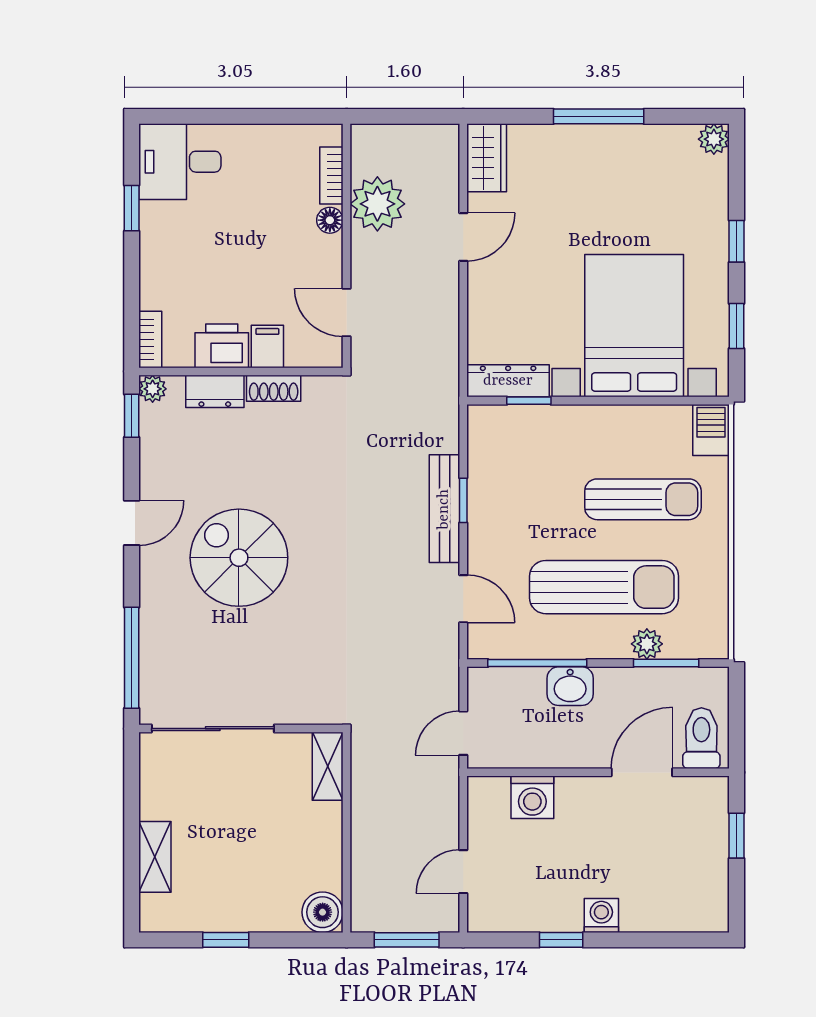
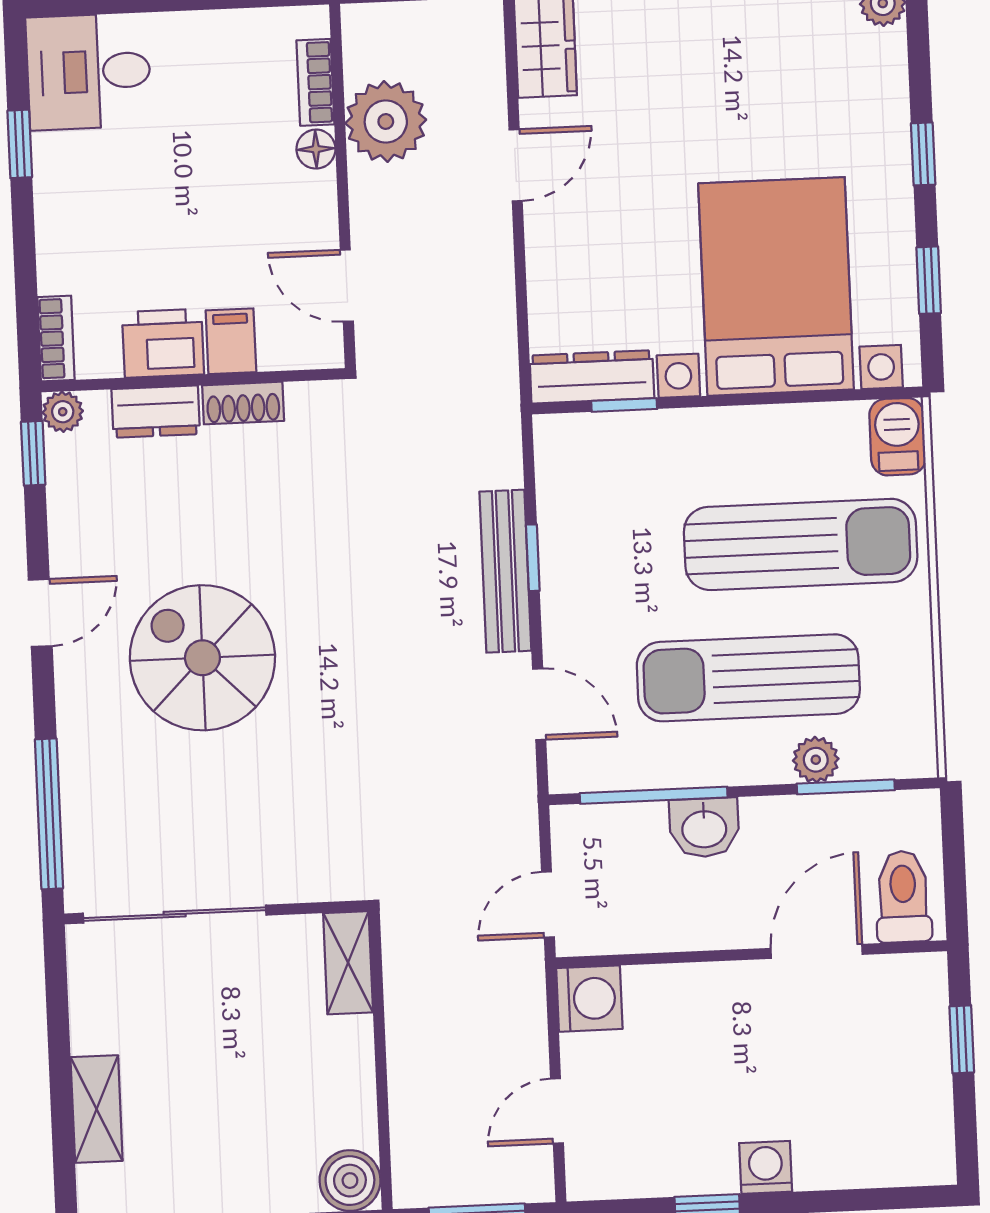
sun lounger: (643, 499) -> (801, 544), width x1.36, depth x1.34
sun lounger: (604, 587) -> (748, 678), turned 180
washing machine: (532, 797) -> (589, 999), moved, turned -90

